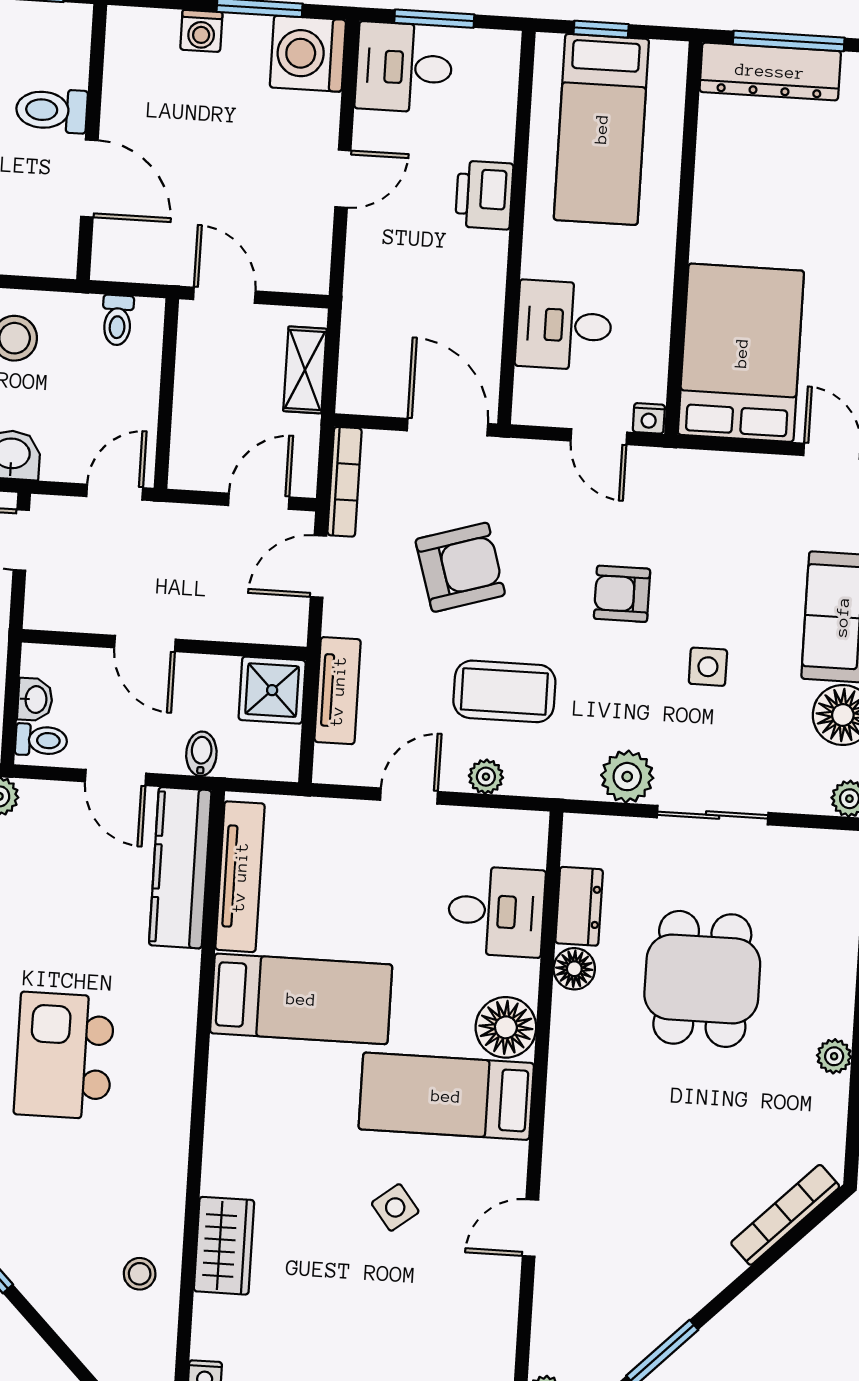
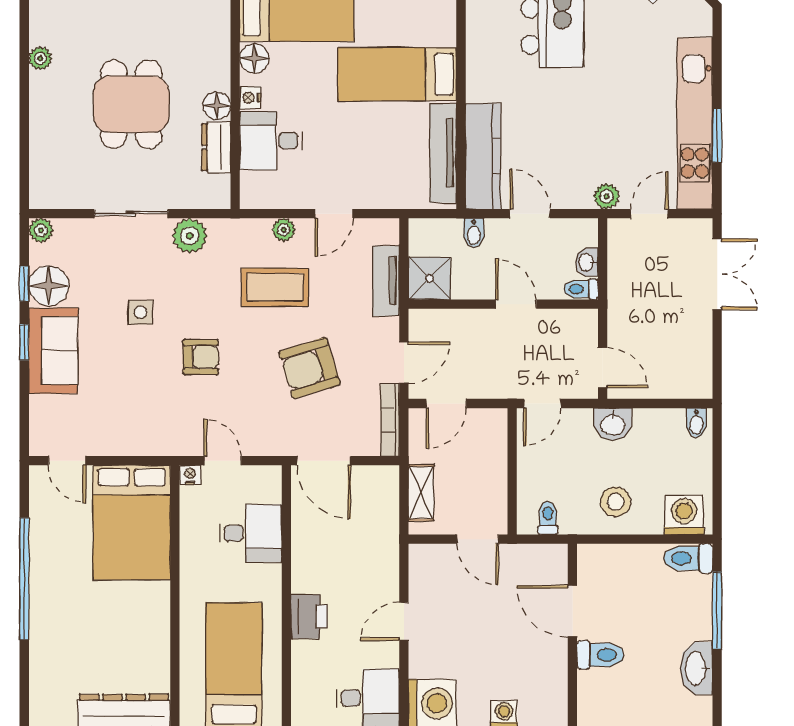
toilet: (41, 740) -> (581, 289), moved
nightstand: (523, 978) -> (250, 98), added
floor lamp: (506, 1027) -> (254, 58), width x0.73, depth x0.73

